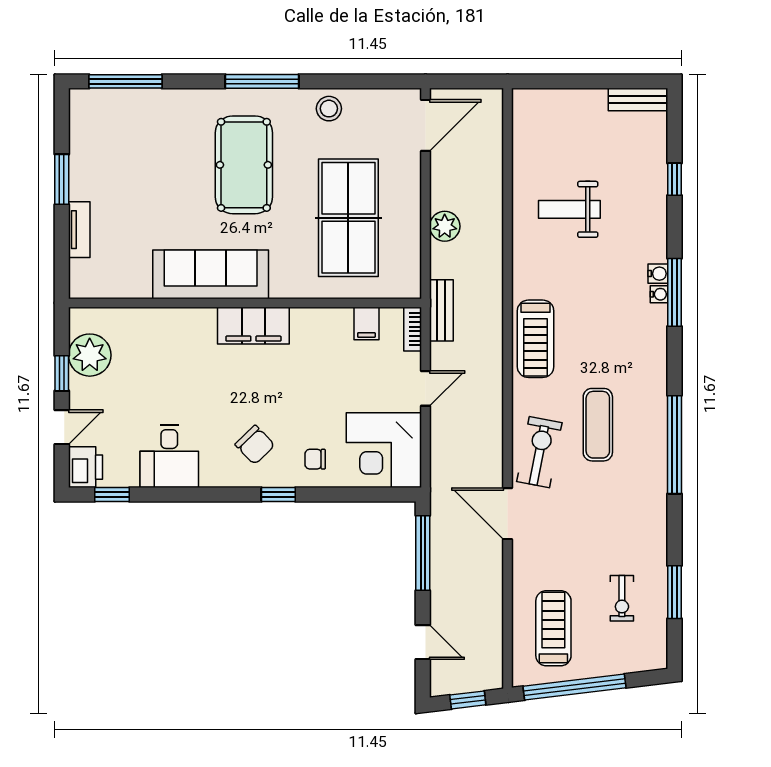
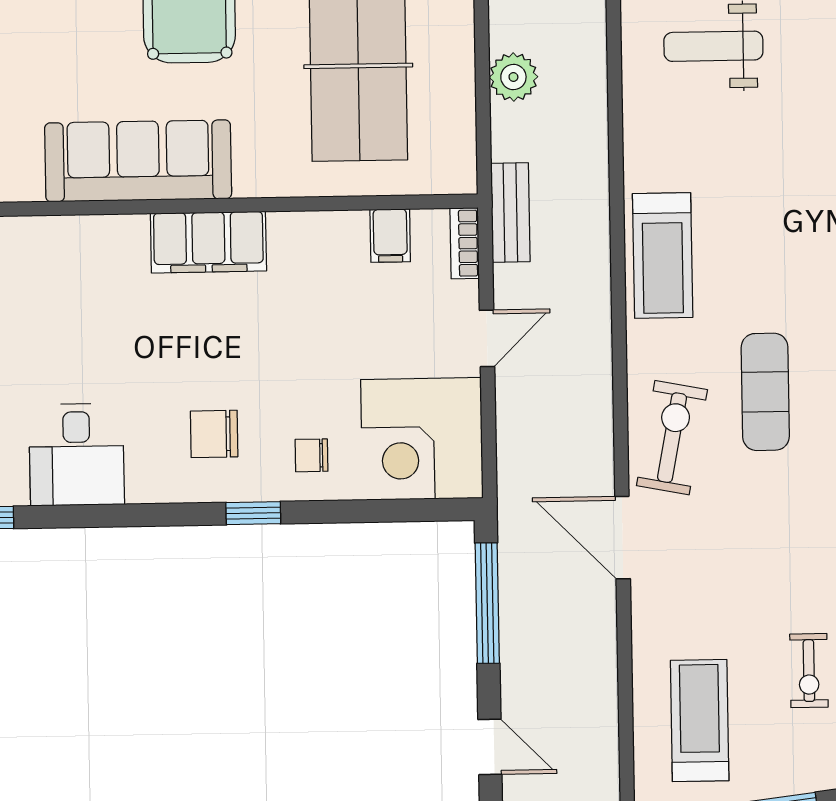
chair: (255, 445) -> (214, 434), turned 134

